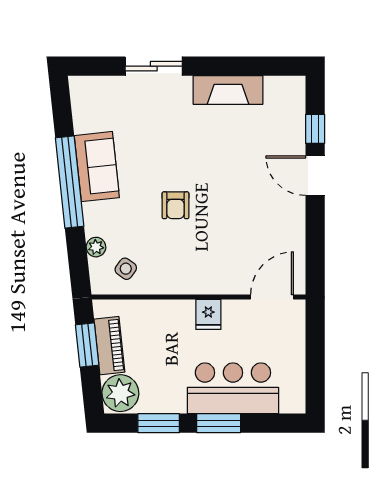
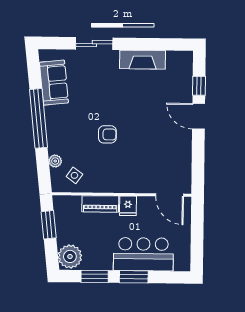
sofa: (97, 167) -> (54, 83), moved
armchair: (175, 205) -> (107, 134), turned -90
door: (272, 297) -> (170, 195), swing flipped
piano: (109, 346) -> (100, 204), moved, turned 96

